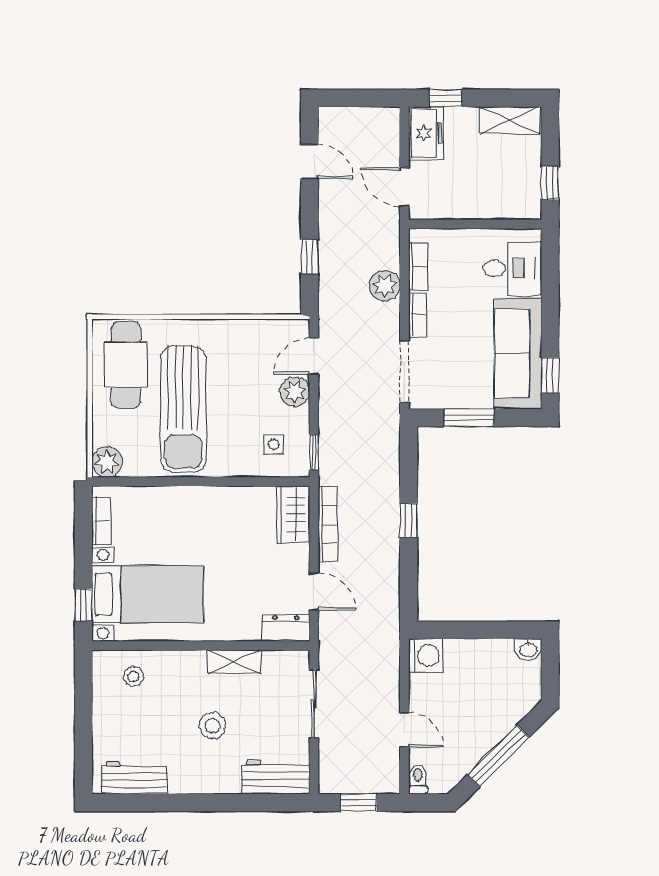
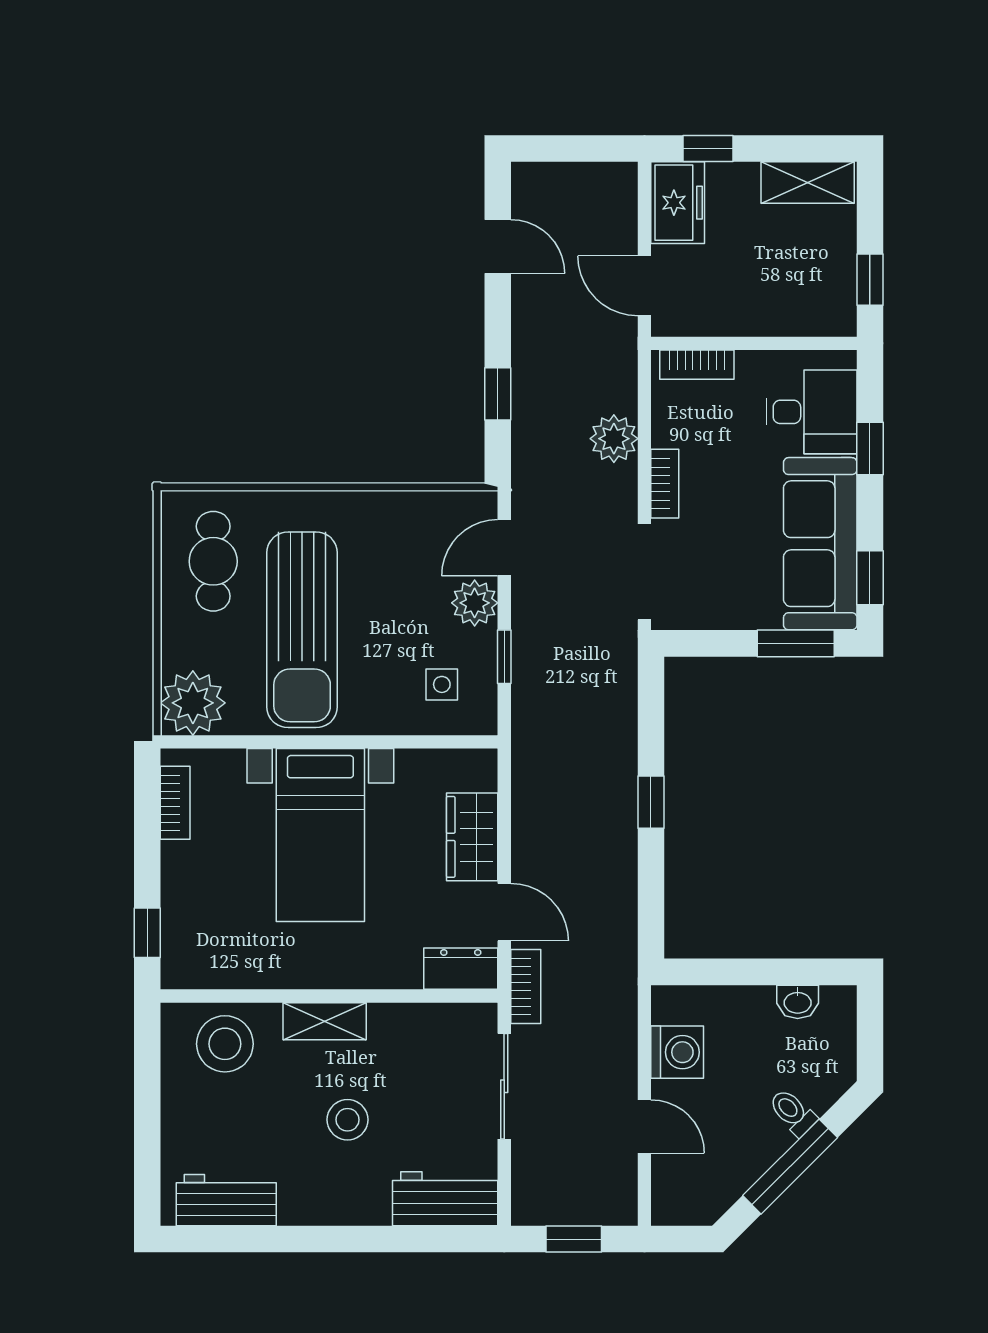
bookcase: (418, 266) -> (697, 365), moved, turned 90
window: (550, 292) -> (870, 448), added
cafe table: (126, 365) -> (213, 561), width x0.73, depth x0.74
window: (469, 418) -> (796, 643), moved
window: (314, 452) -> (504, 657), moved
plant: (107, 462) -> (193, 703), width x1.36, depth x1.36
wardrobe: (293, 514) -> (472, 837), moved
bookcase: (328, 524) -> (526, 986), moved, width x0.64
bed with nightstands: (148, 594) -> (320, 835), moved, turned 90
washbasin: (528, 649) -> (798, 1002), moved
washing machine: (426, 655) -> (677, 1052), moved
shelving: (234, 662) -> (325, 1021), moved
stool: (133, 677) -> (225, 1044), width x1.89, depth x1.89
toilet: (418, 779) -> (793, 1112), moved, turned -45

